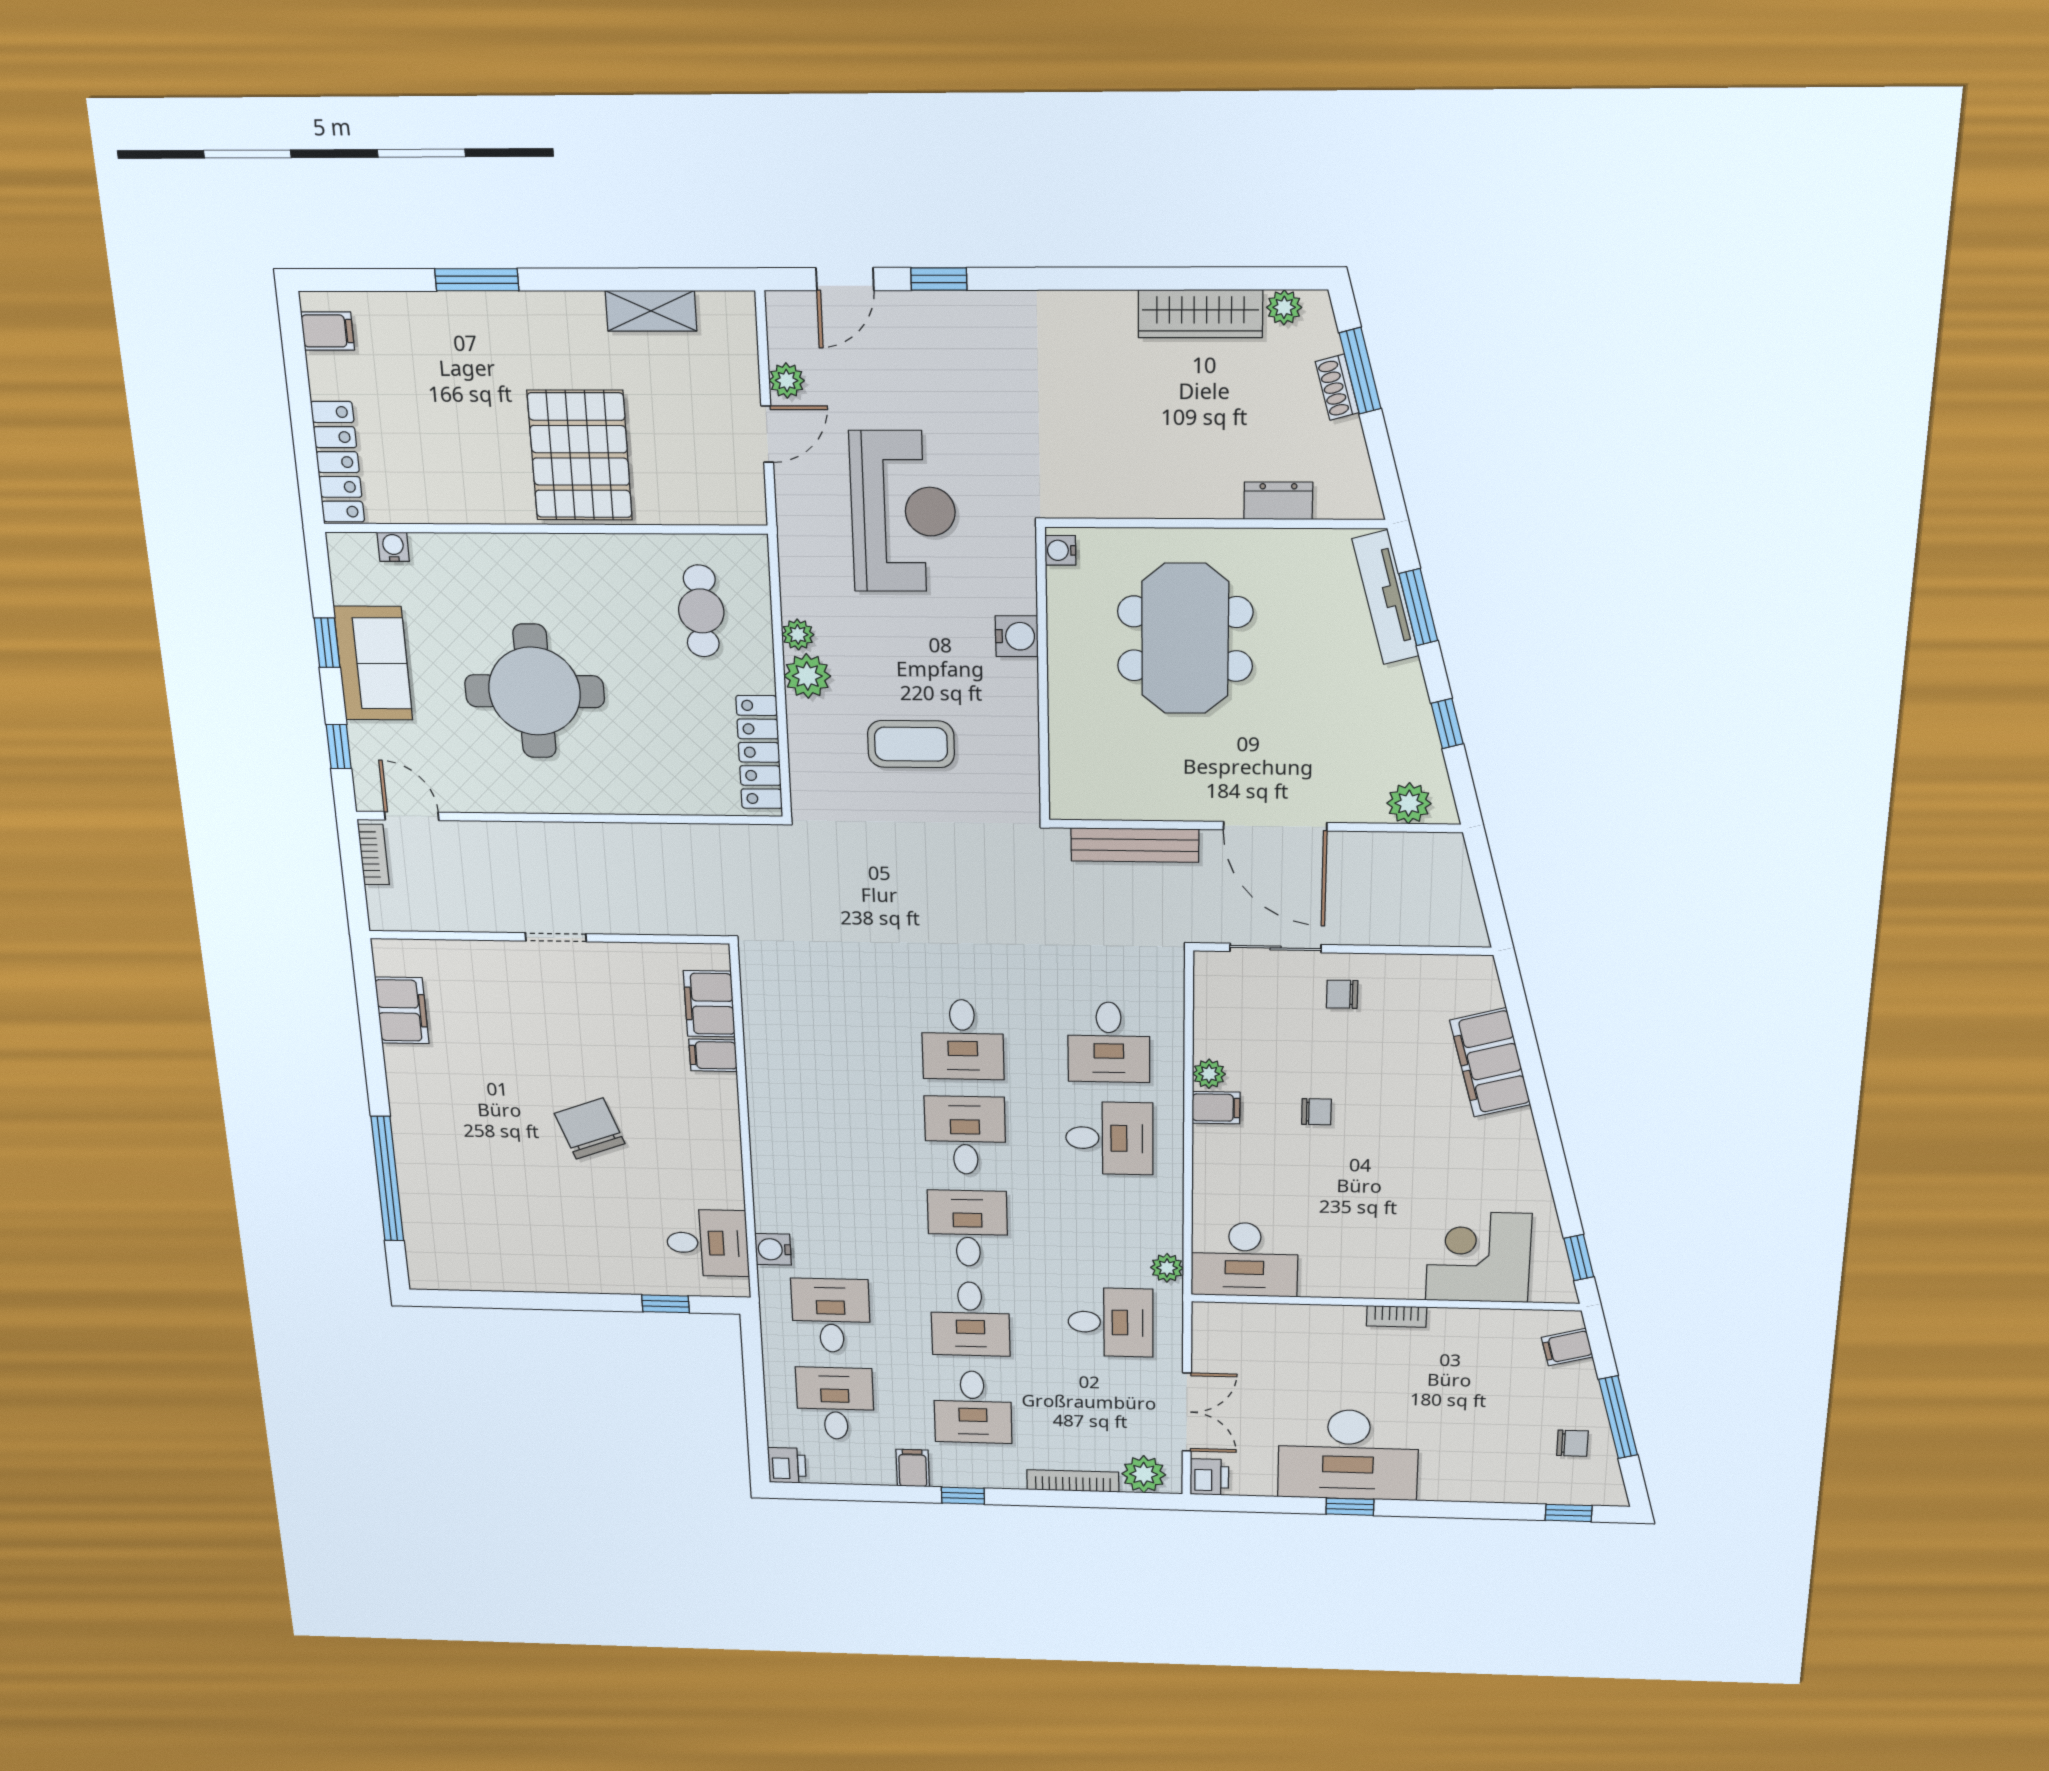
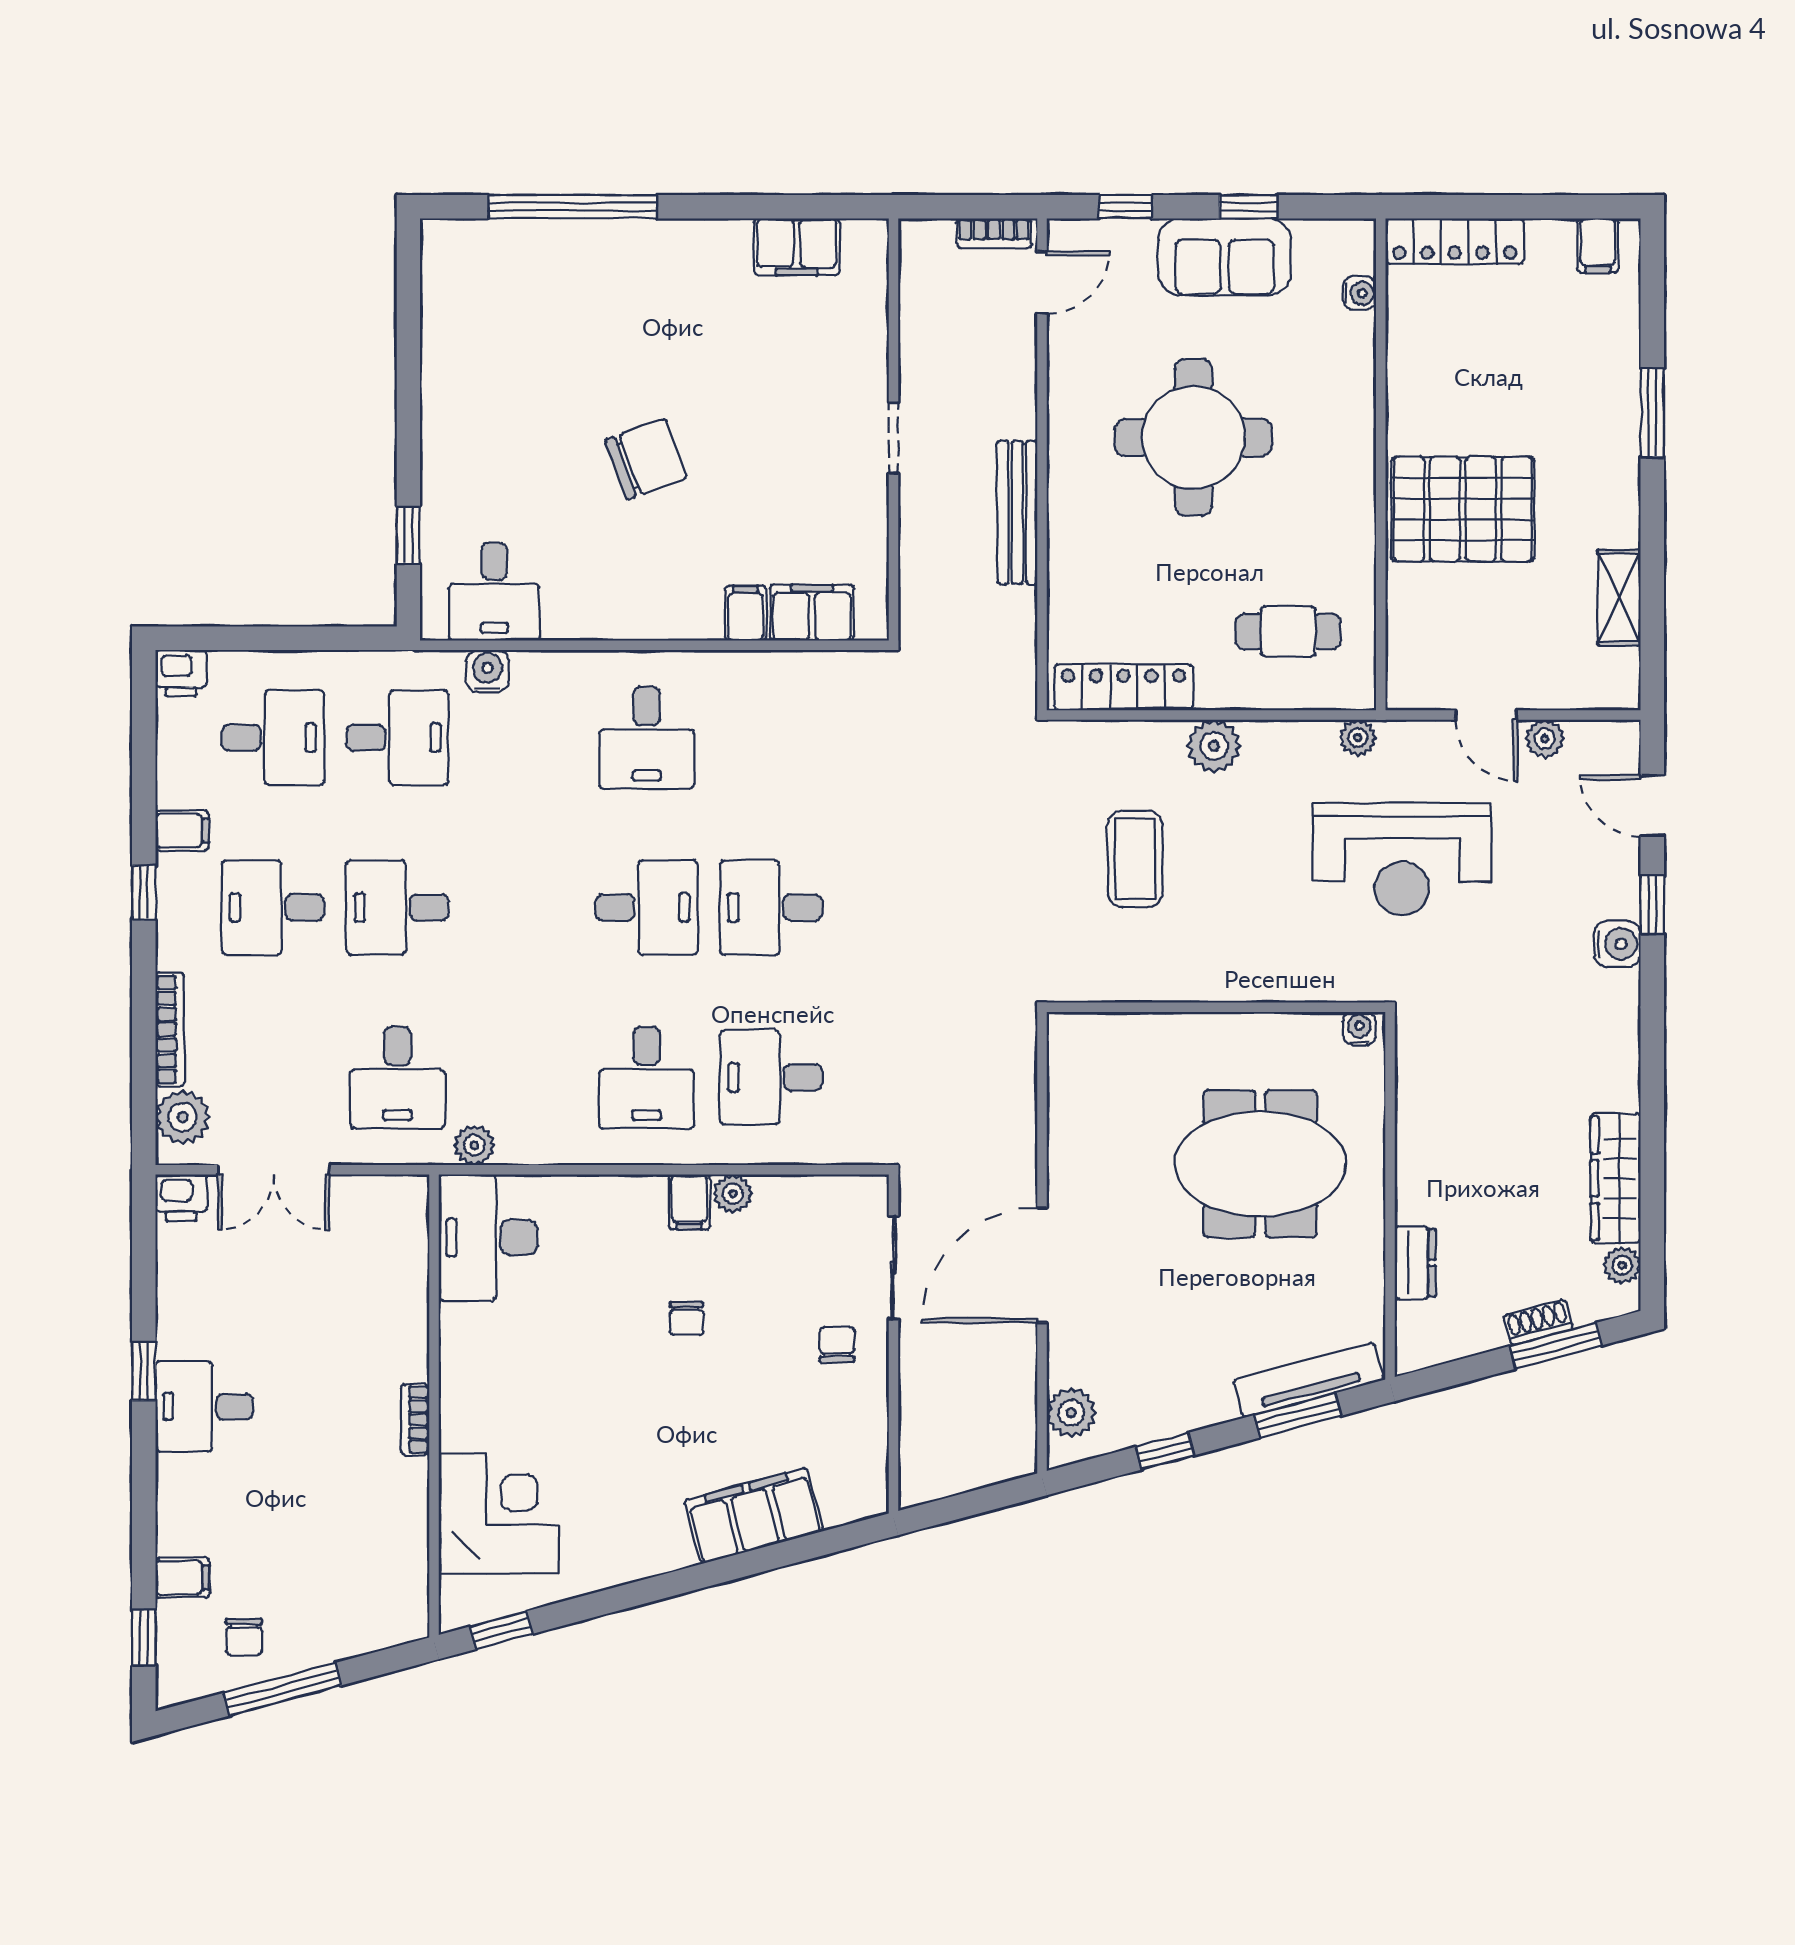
plant: (798, 634) -> (1358, 738), moved
water cooler: (1017, 636) -> (1617, 944), moved, turned -90
bench: (1135, 845) -> (1017, 513), moved
desk: (968, 1228) -> (647, 738), moved, turned 90
filing cabinet: (1567, 1347) -> (182, 1578), moved, turned 105
desk: (1348, 1455) -> (204, 1407), width x0.53, depth x0.77

